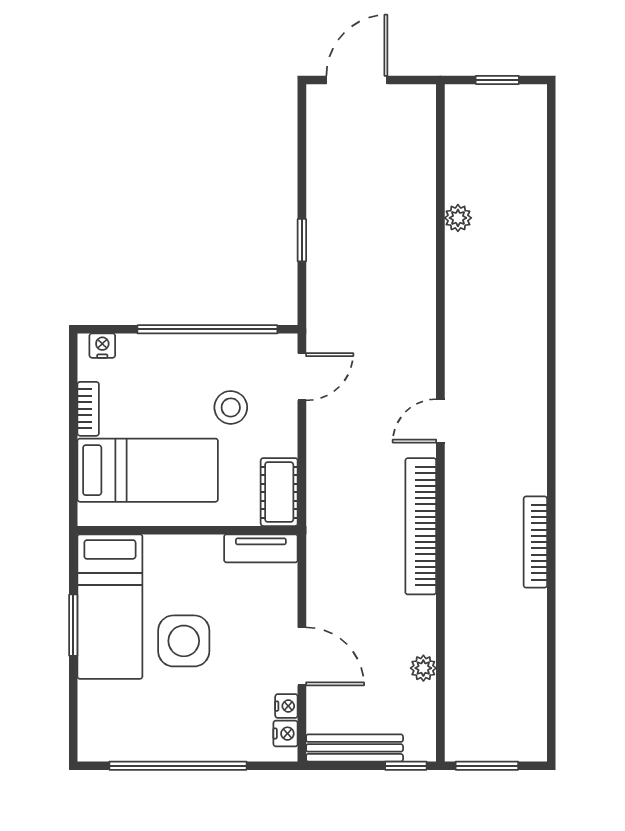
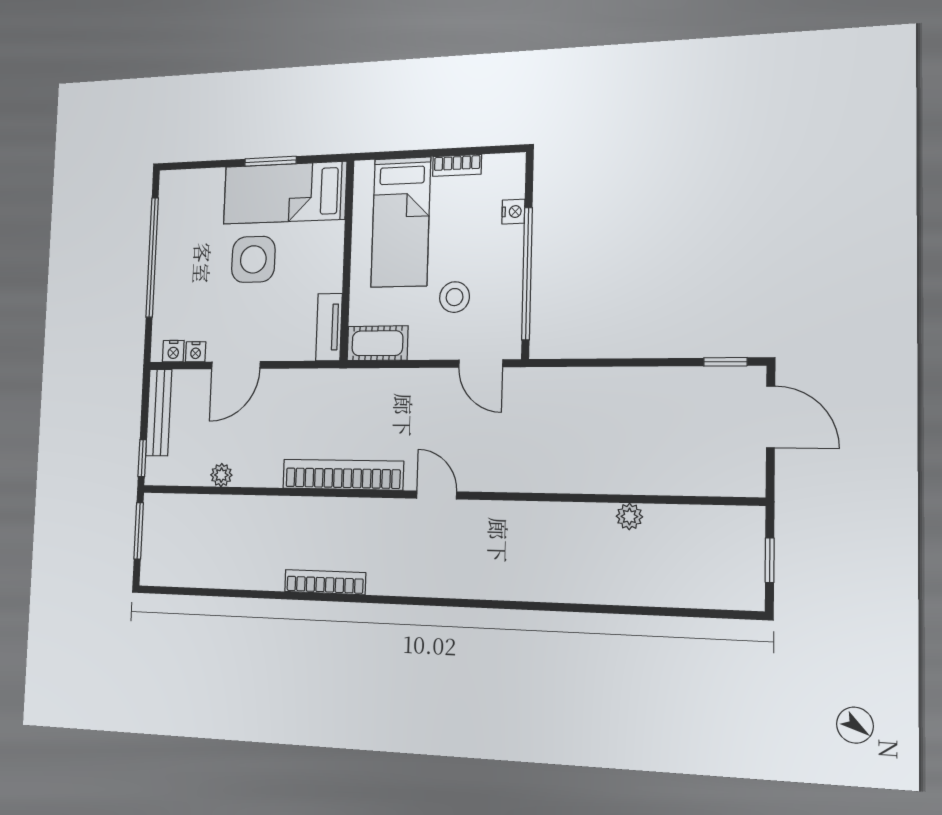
window: (302, 240) -> (725, 362), moved
nightstand: (102, 346) -> (513, 212), moved

